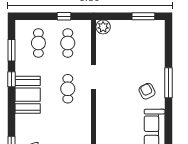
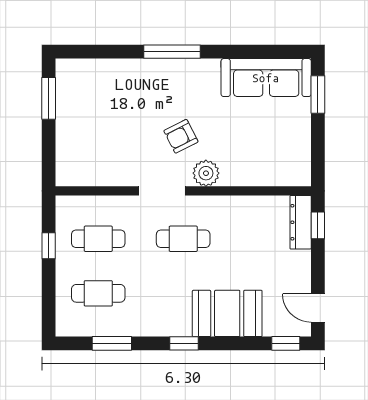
plant: (103, 27) -> (206, 173), moved
window: (11, 79) -> (184, 343), moved
armchair: (147, 91) -> (181, 136), moved
booth: (28, 95) -> (227, 313), moved

